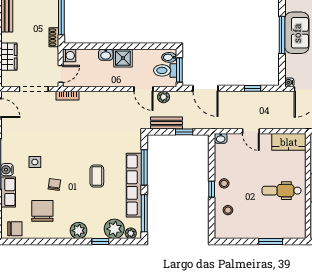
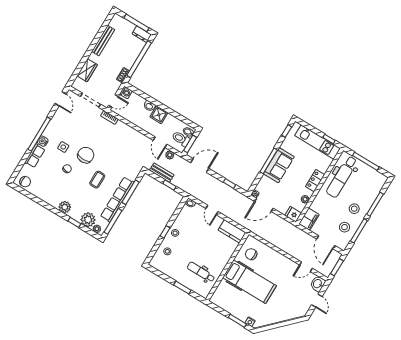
door: (205, 88) -> (200, 166), swing flipped
dental chair: (282, 191) -> (201, 272), moved
chair: (42, 211) -> (86, 155), moved

